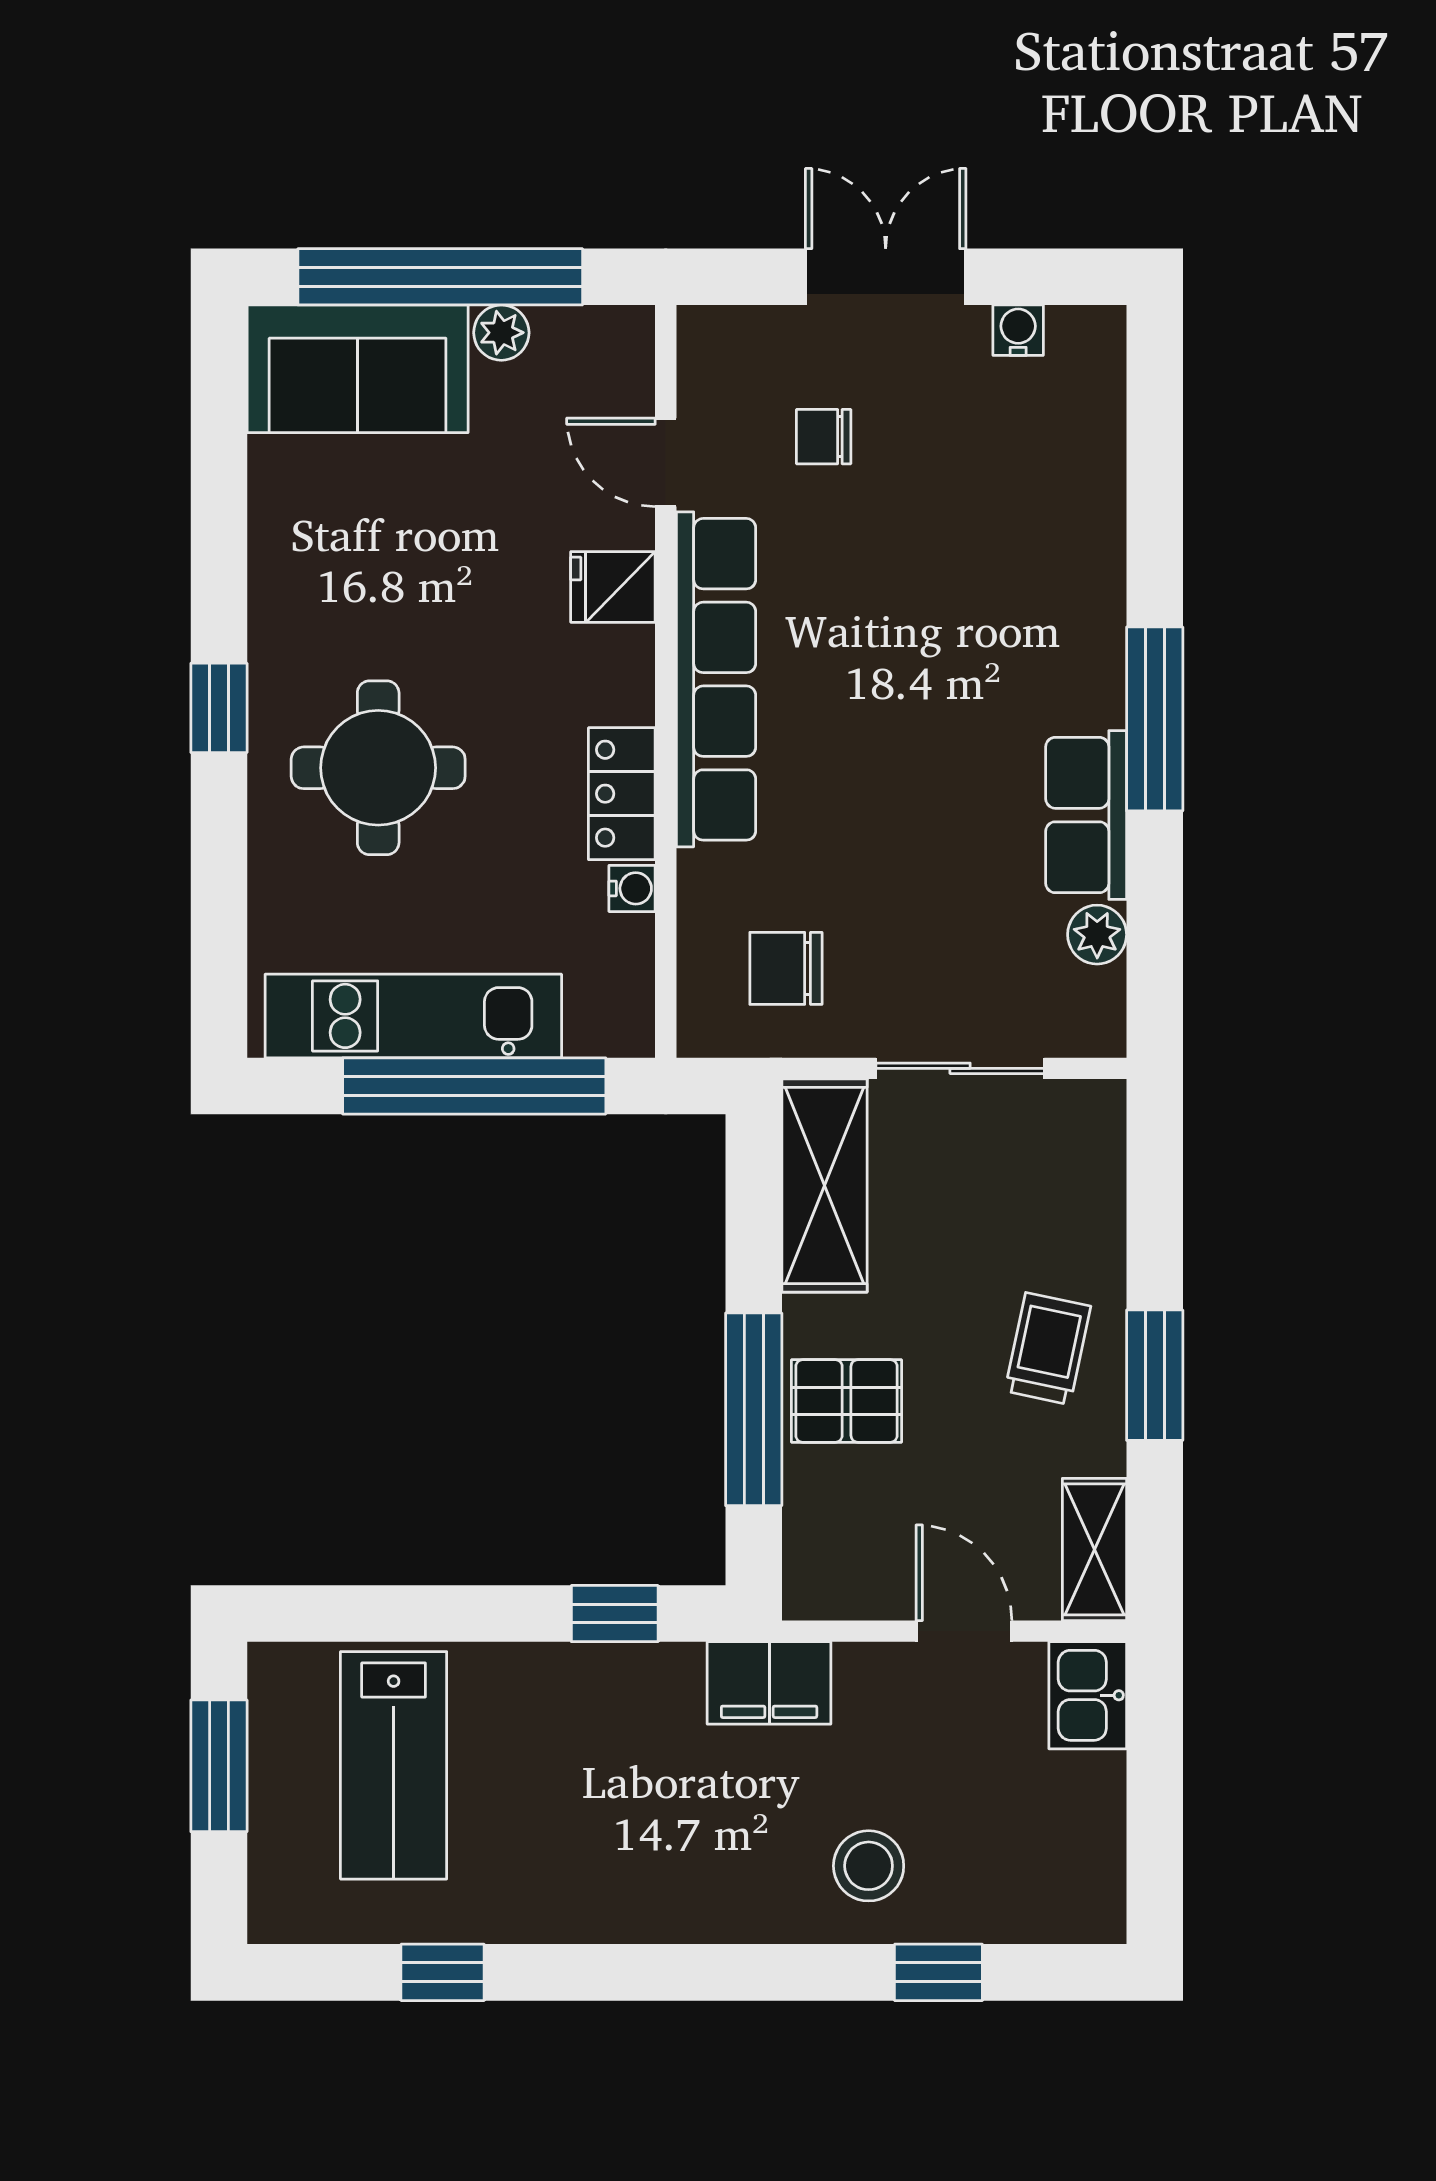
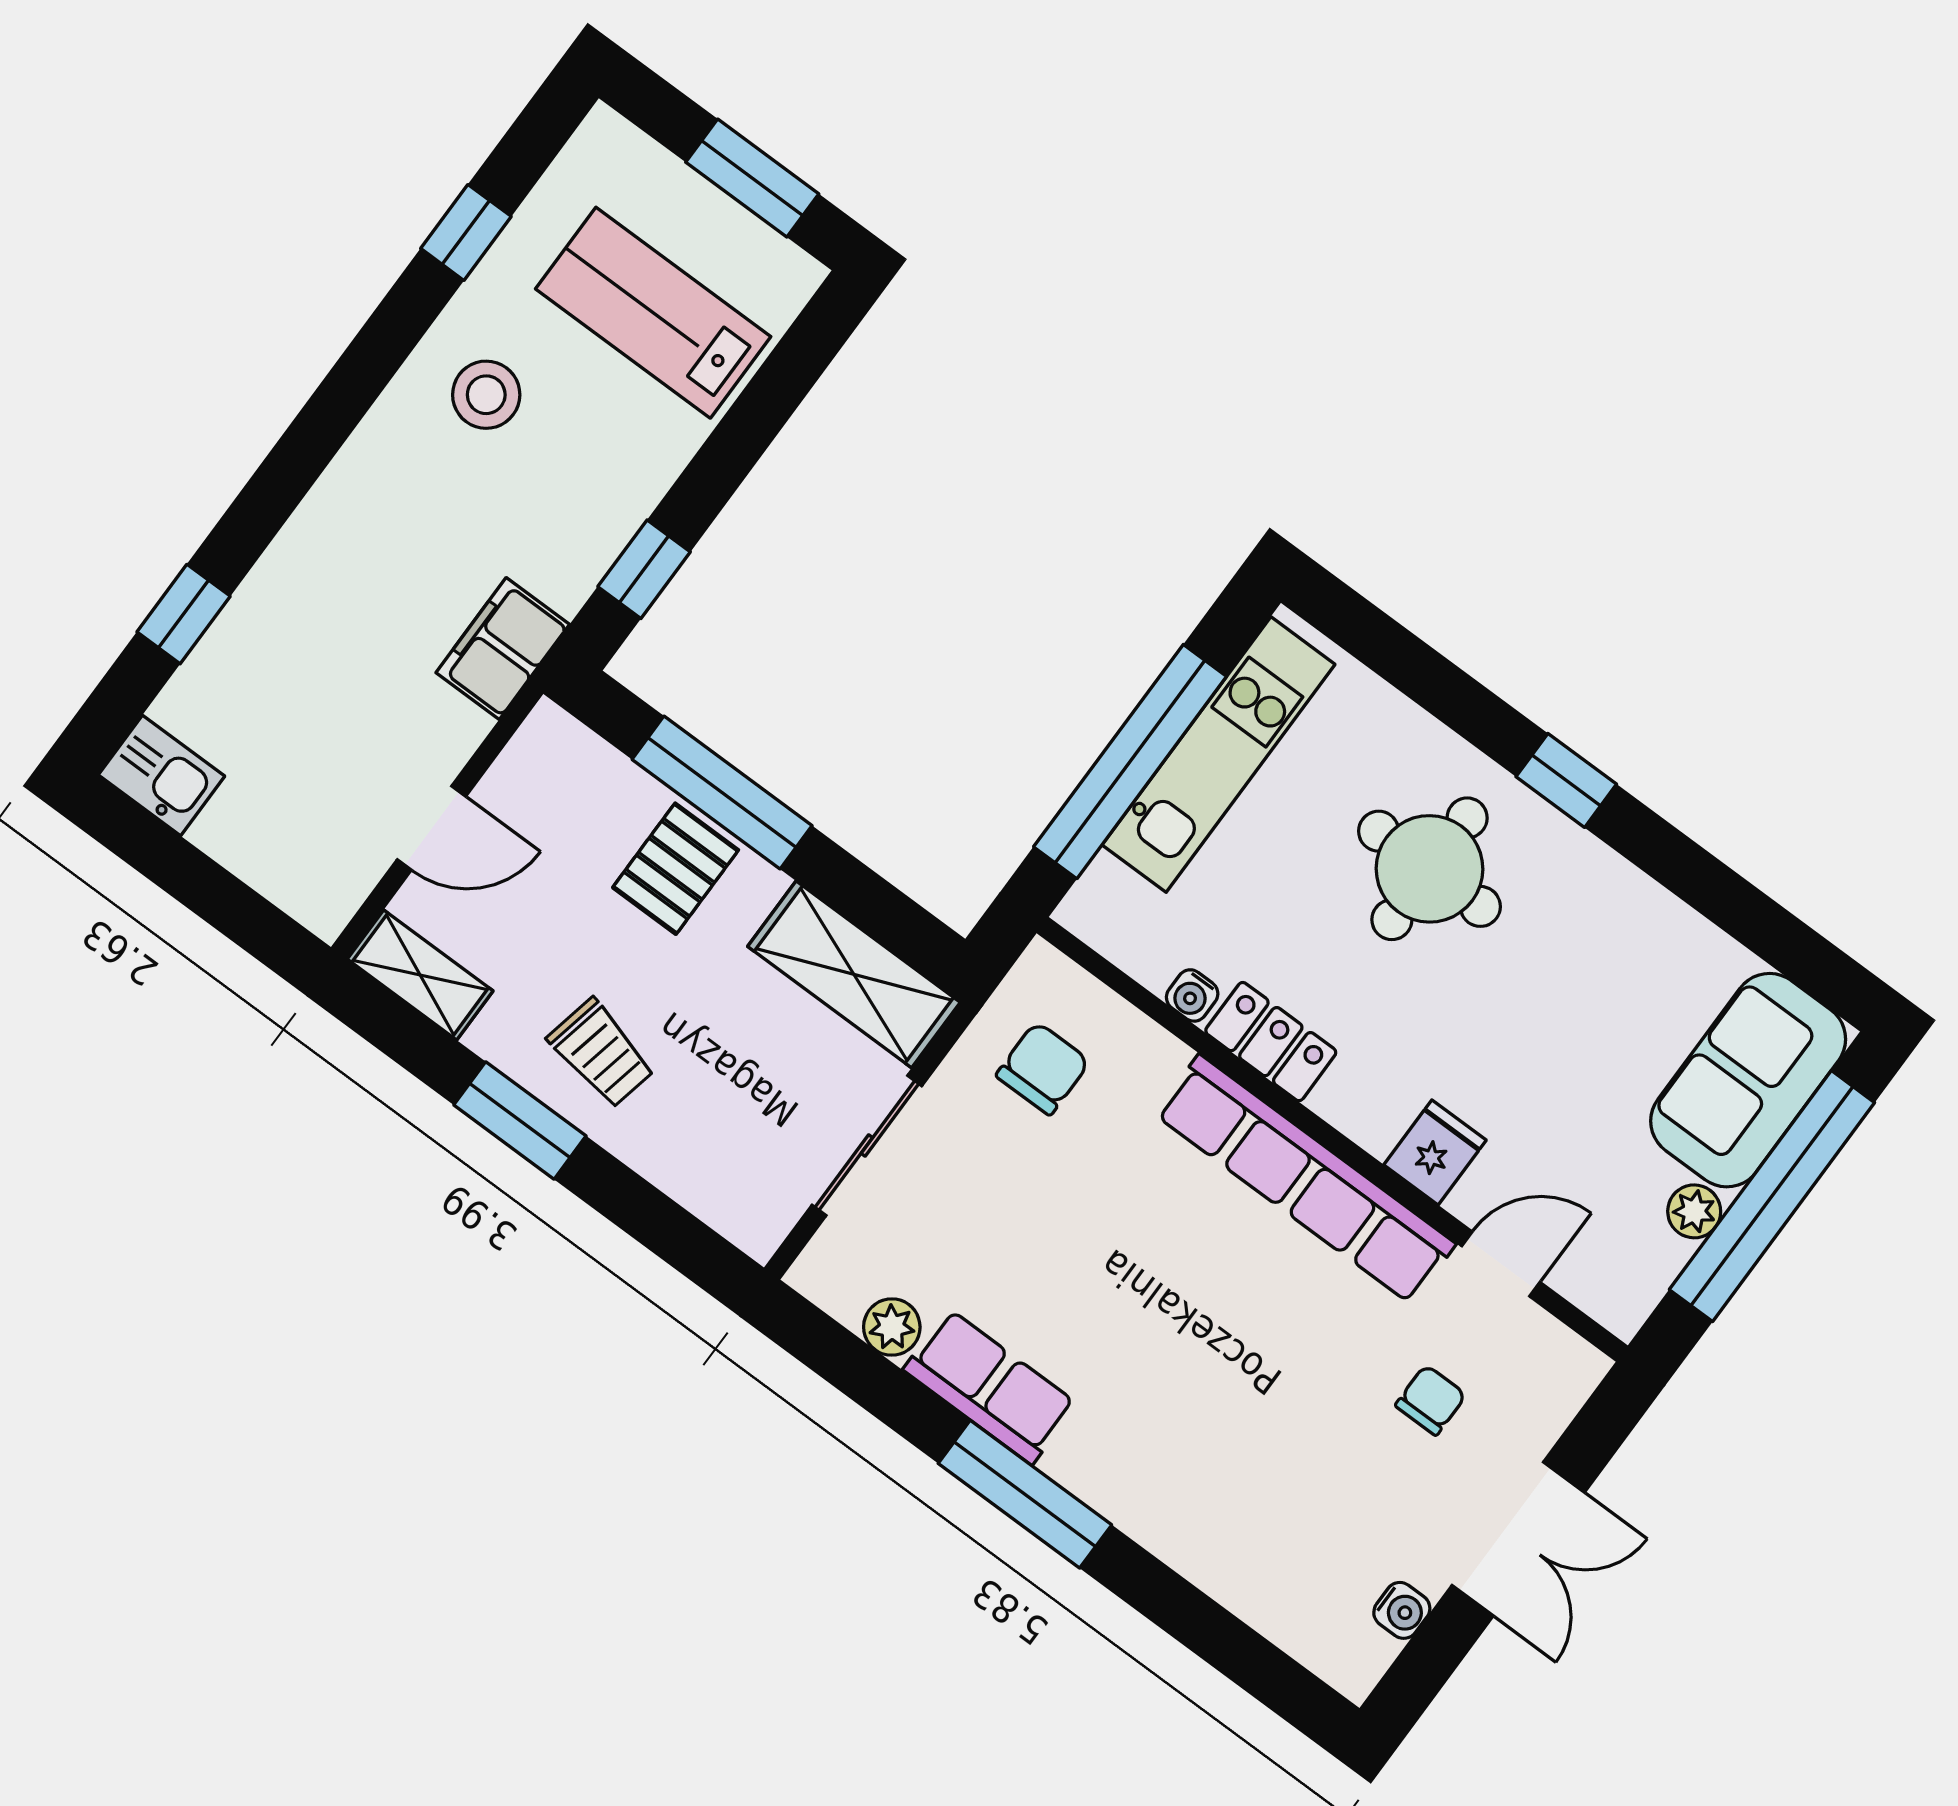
kitchen sink: (1088, 1695) -> (161, 775), moved
stool: (869, 1866) -> (486, 395), moved

